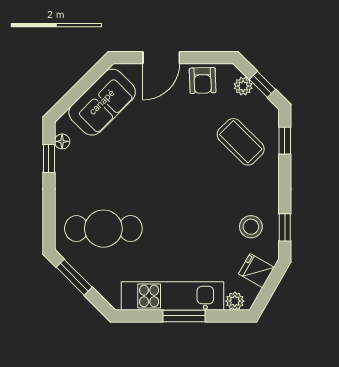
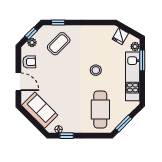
stool: (251, 227) -> (96, 70), moved
window: (285, 227) -> (100, 23), removed
window: (184, 316) -> (142, 60), moved

